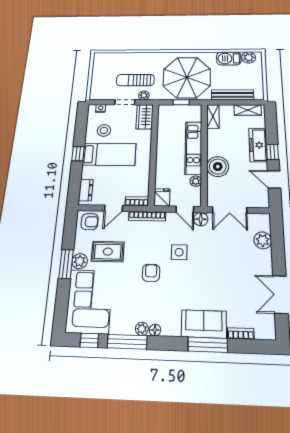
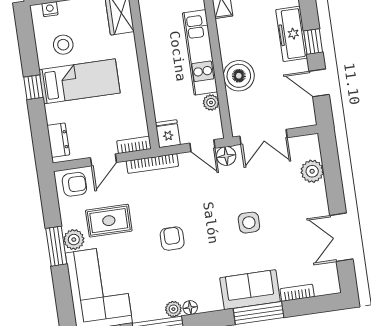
side table: (179, 252) -> (249, 223), moved

